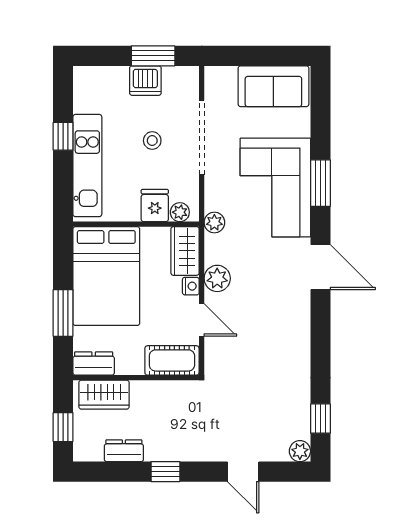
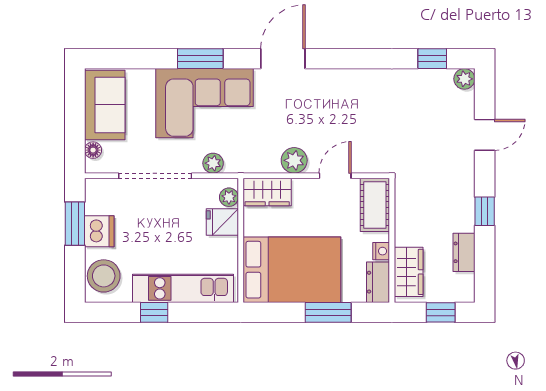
floor lamp: (228, 74) -> (93, 150), added
stool: (152, 141) -> (104, 276), moved, width x1.89, depth x1.89
plant: (214, 223) -> (213, 163), moved
nightstand: (191, 286) -> (381, 251), moved, turned 90

